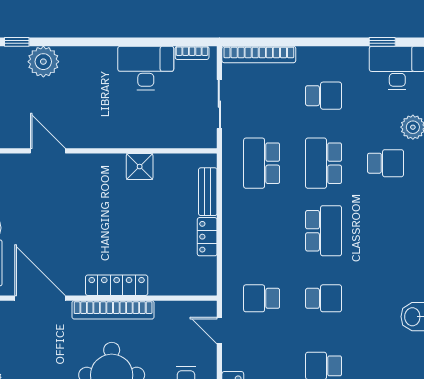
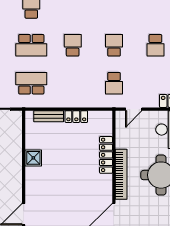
school desk: (262, 163) -> (31, 83), turned 180
school desk: (324, 231) -> (73, 45), width x0.54
locker: (117, 285) -> (106, 155), moved

